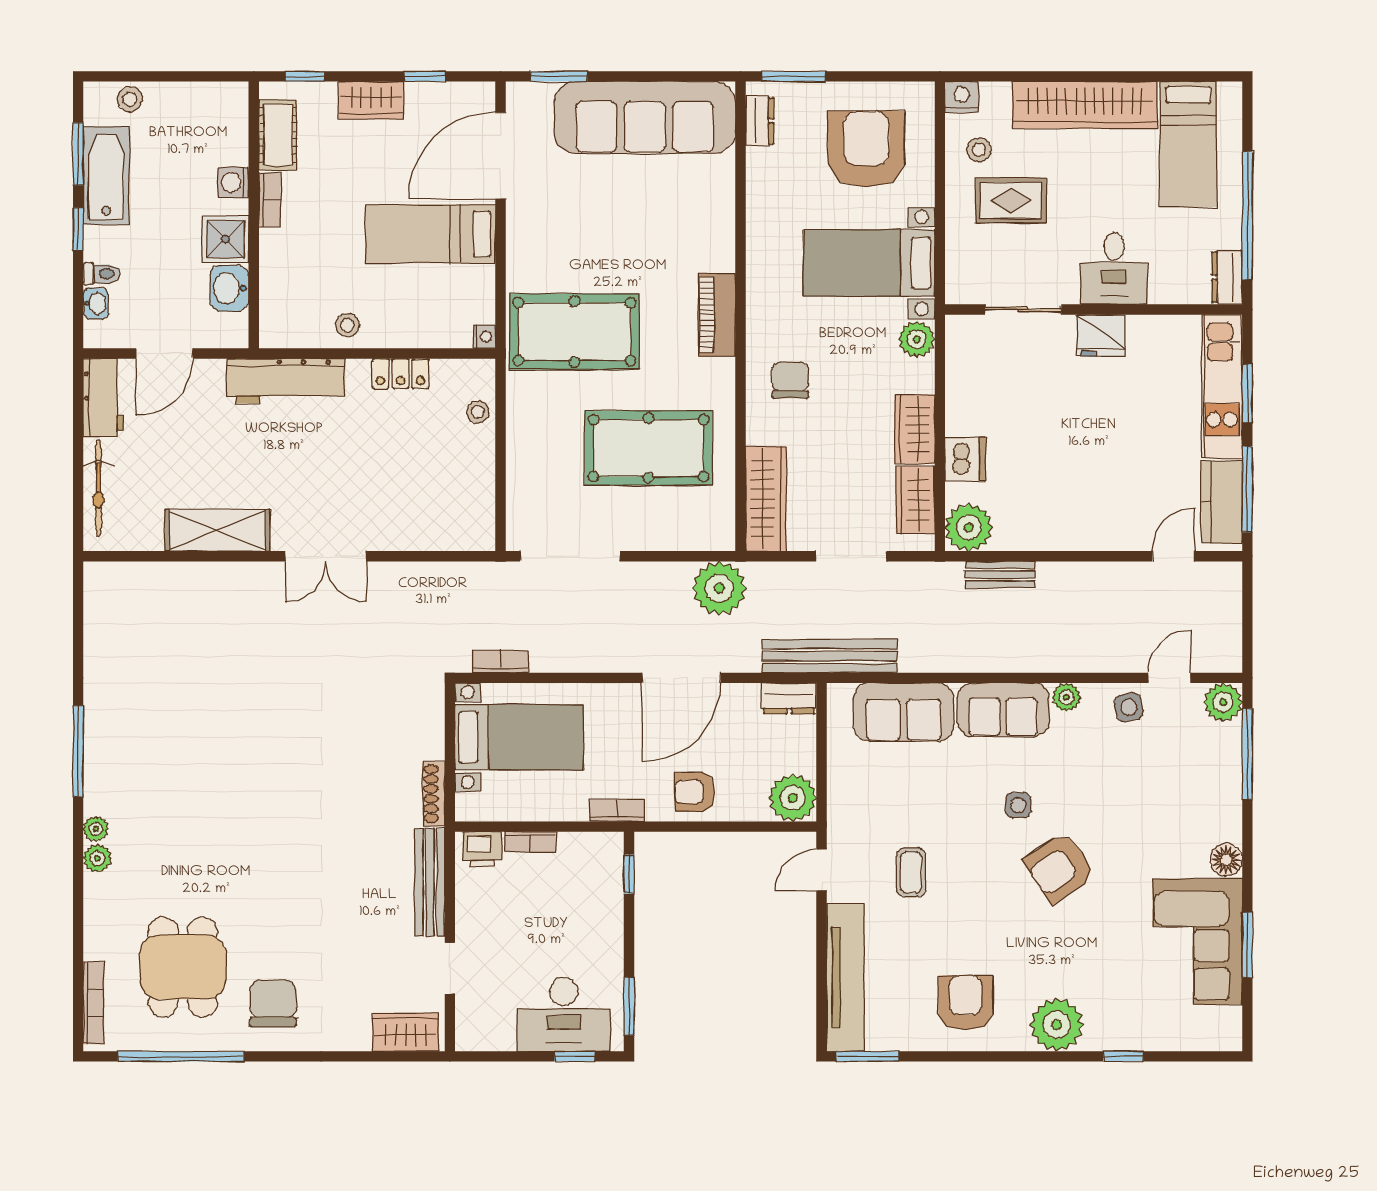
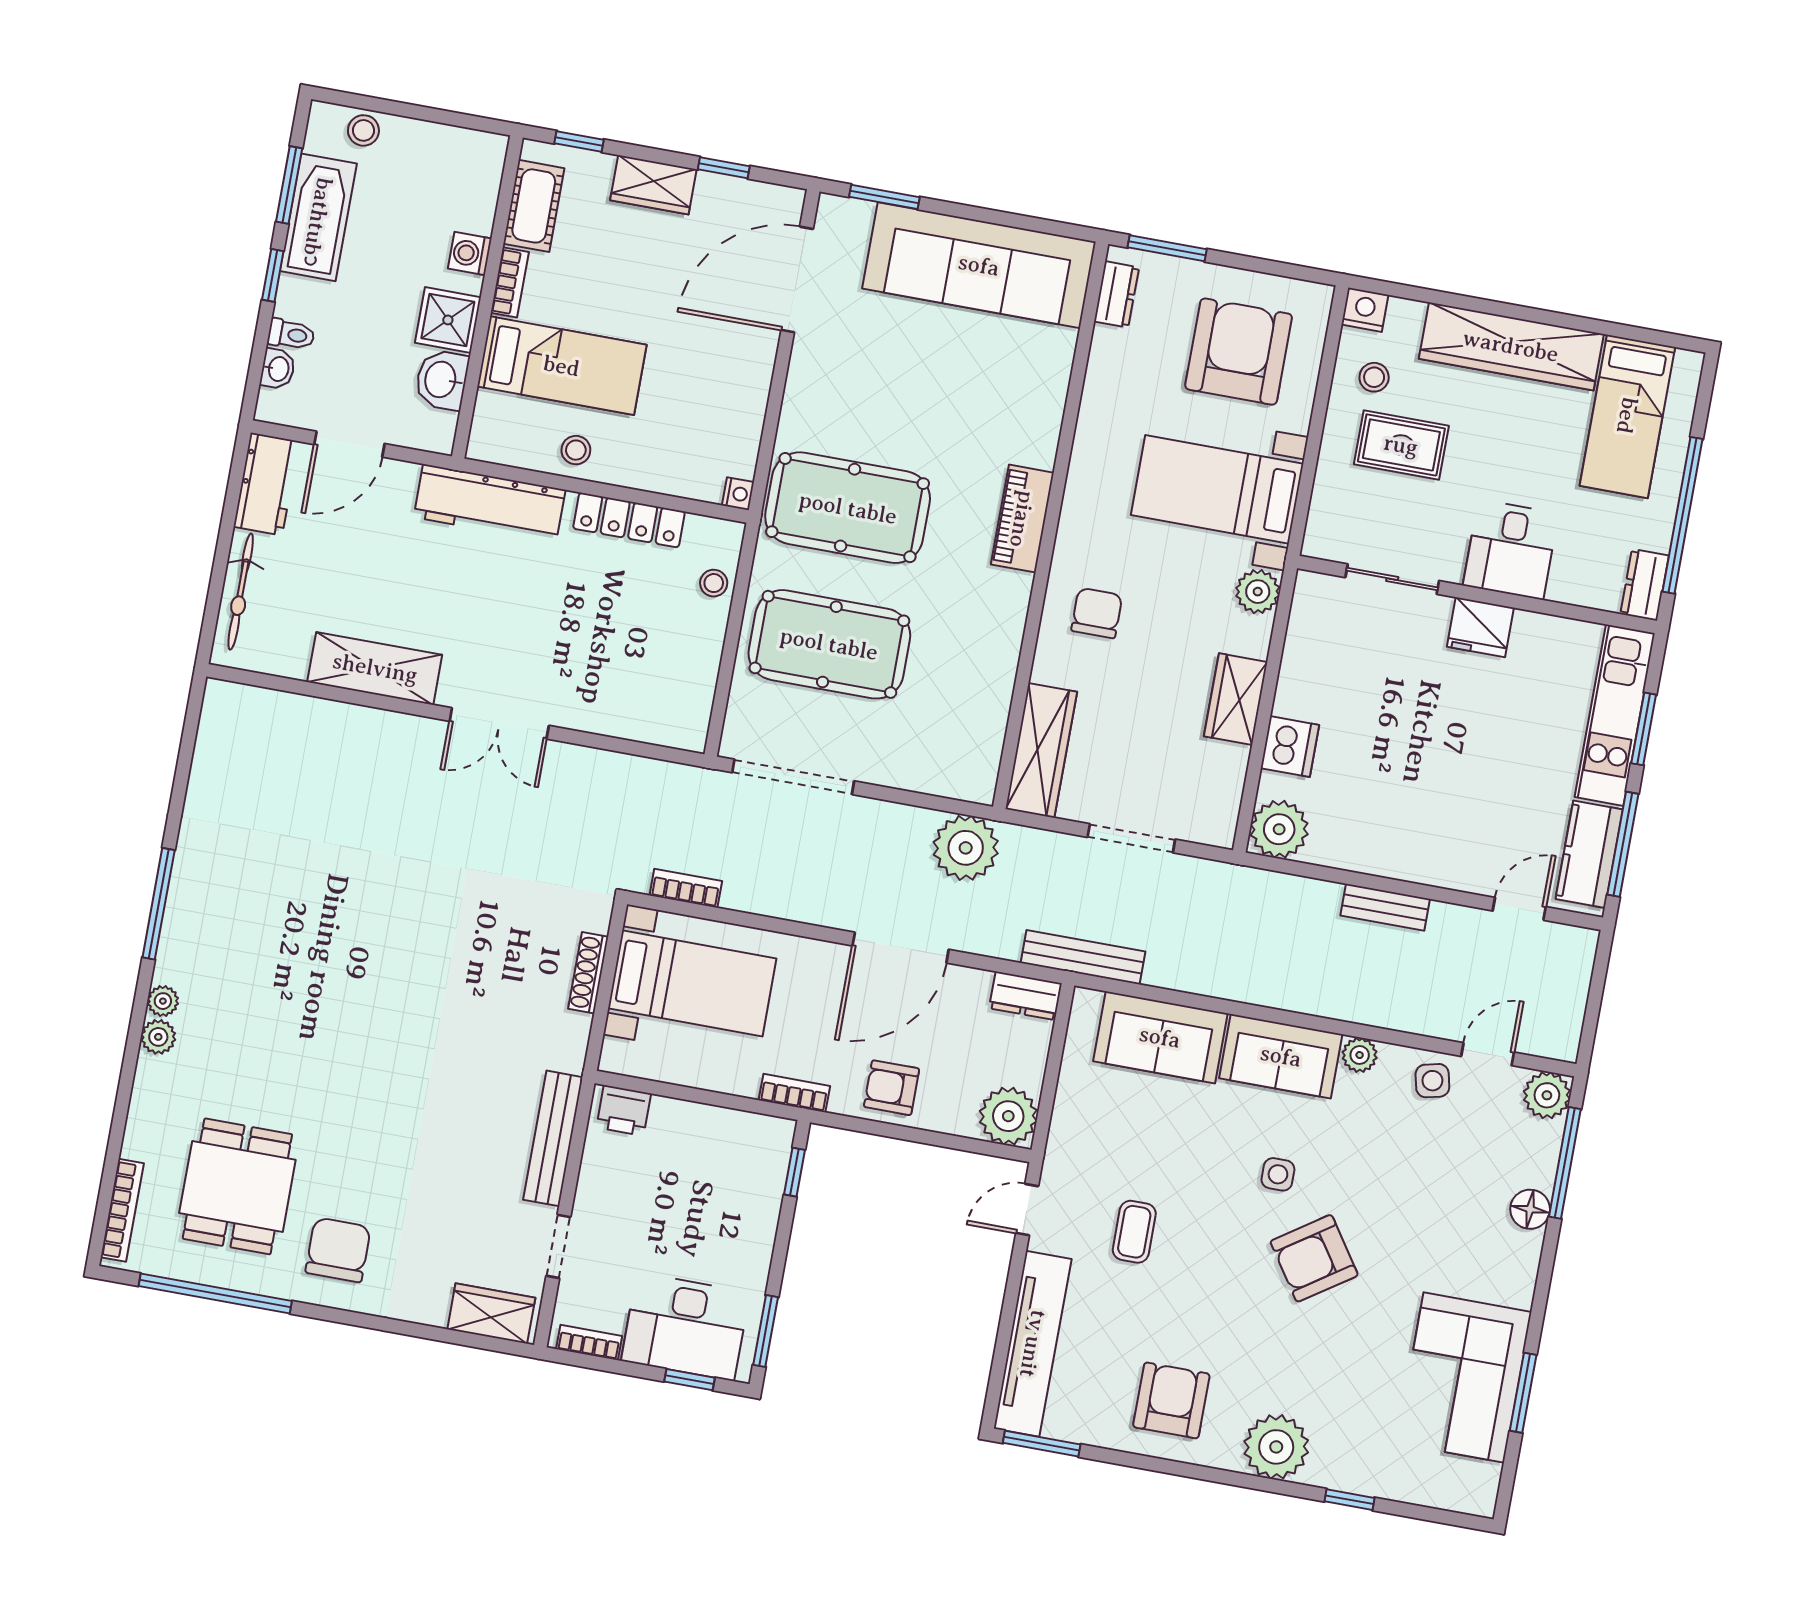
bed: (430, 234) -> (562, 366), moved, turned 180
locker: (400, 374) -> (629, 520), width x1.53
pool table: (648, 448) -> (829, 644), moved
wardrobe: (915, 500) -> (1221, 785), removed
bench: (1000, 575) -> (1385, 907), moved
bench: (830, 656) -> (1083, 957), width x0.73, depth x0.82
shoe rack: (434, 794) -> (588, 973), moved
bookcase: (530, 842) -> (589, 1342), moved, turned 180
floor lamp: (1226, 860) -> (1530, 1209), moved

